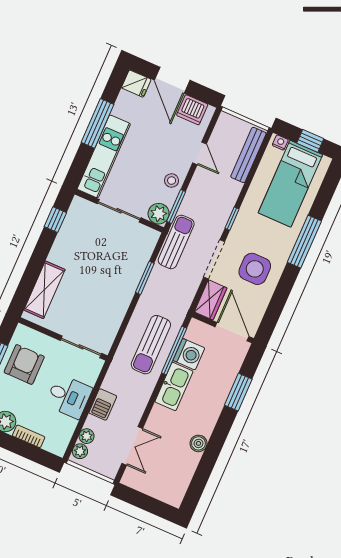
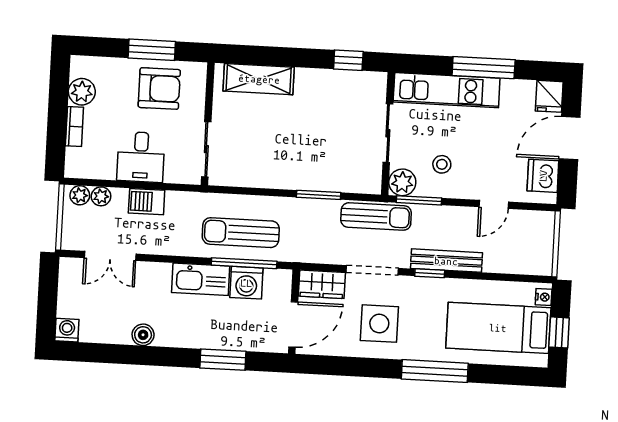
bench: (248, 155) -> (446, 261), moved
stool: (172, 181) -> (442, 164), moved
washing machine: (174, 497) -> (67, 330), added

